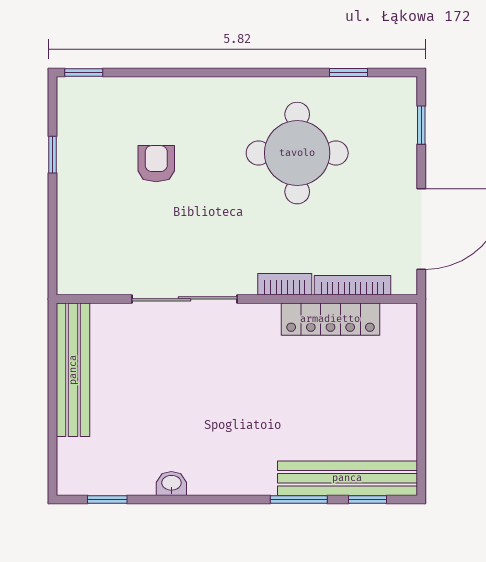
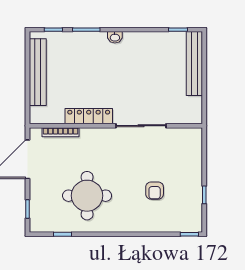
bookcase: (285, 284) -> (93, 133), removed
locker: (330, 319) -> (89, 116), moved
bench: (73, 370) -> (194, 64), moved
bench: (347, 478) -> (38, 72), moved, turned 90
washbasin: (171, 484) -> (115, 37), moved

